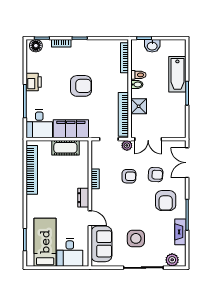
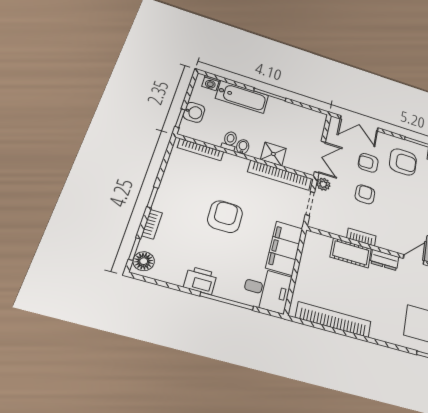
washing machine: (181, 50) -> (211, 83), added
cot: (65, 148) -> (351, 253), moved, turned 90
armchair: (156, 175) -> (368, 163), turned -94

